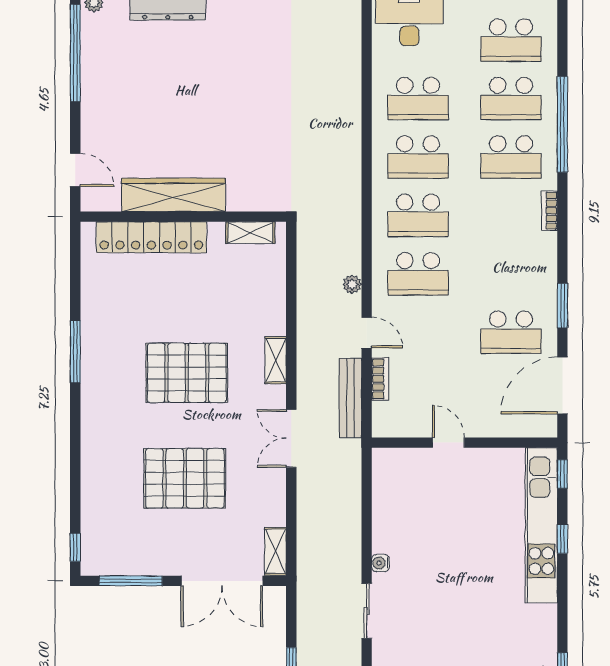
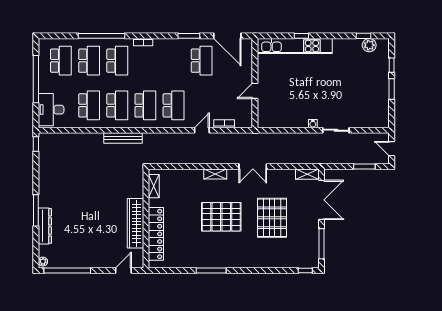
plant: (352, 284) -> (179, 137), removed
pallet: (187, 373) -> (221, 217), turned 90
bench: (350, 398) -> (123, 138), moved
window: (562, 474) -> (270, 36), removed

